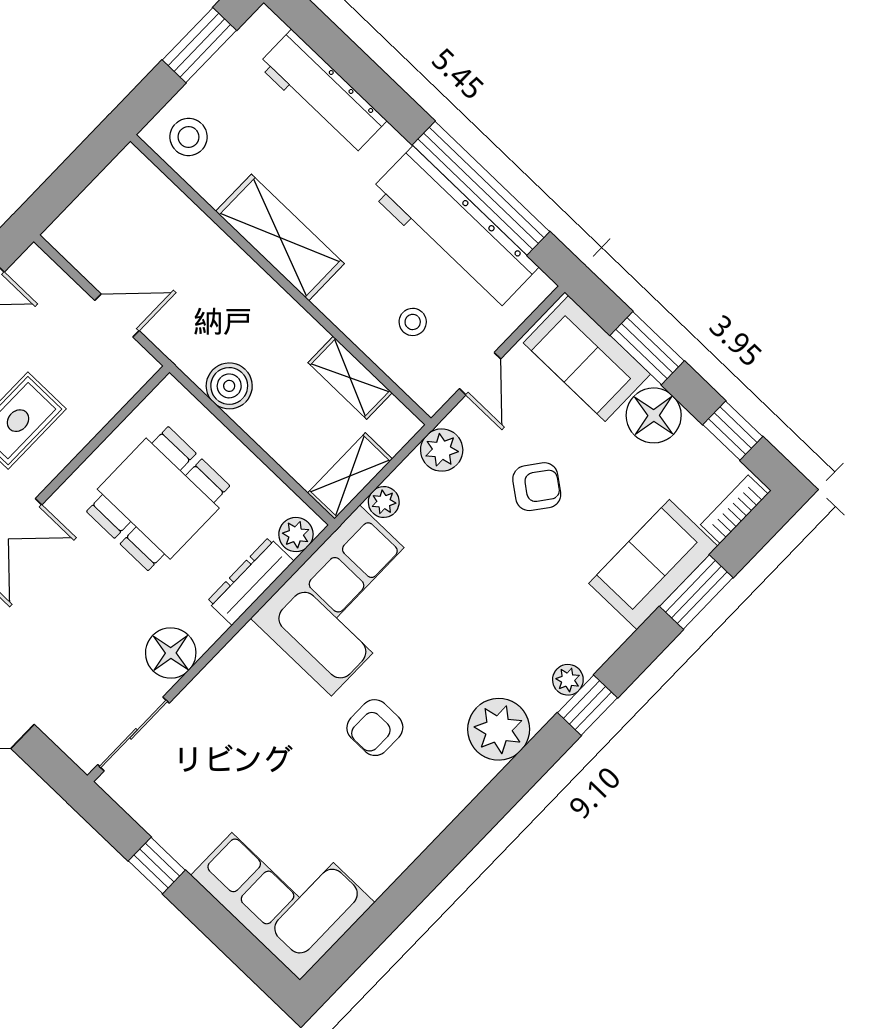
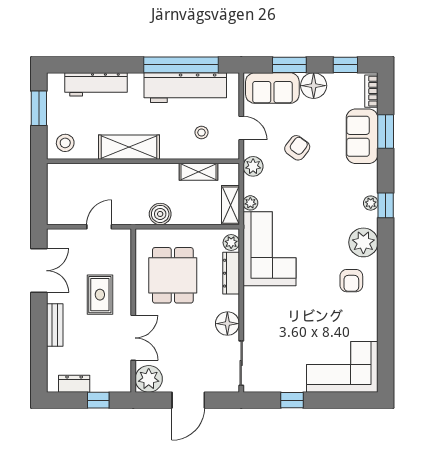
armchair: (375, 728) -> (351, 281), moved

